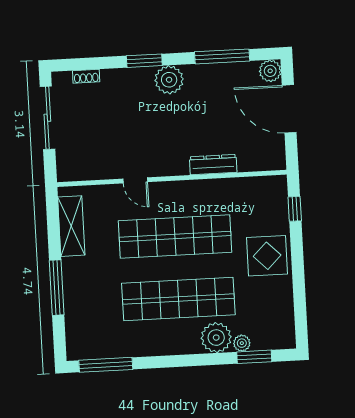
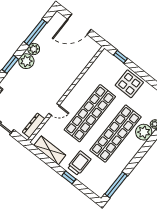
plant: (270, 71) -> (34, 49), moved
dresser: (213, 165) -> (34, 125), moved
trolley: (90, 284) -> (79, 163), added
window: (57, 288) -> (69, 177), width x0.46

